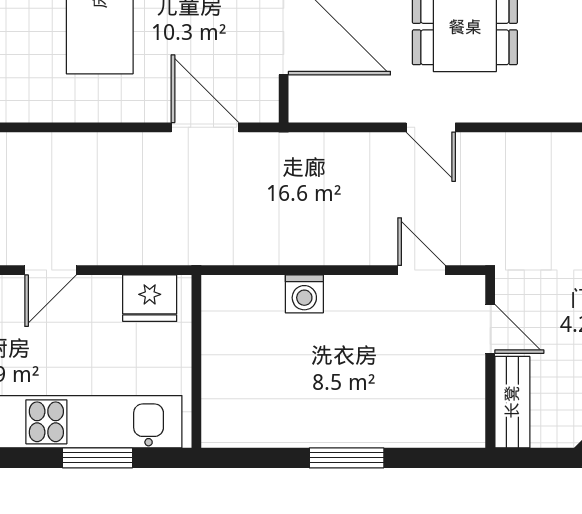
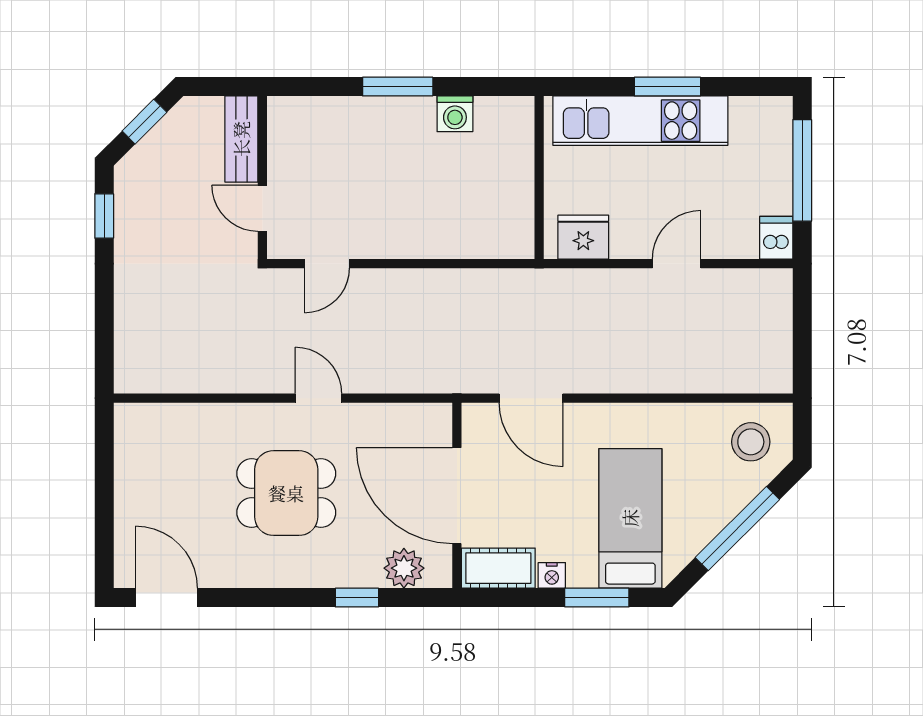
door: (422, 270) -> (327, 264), hinge flipped
washing machine: (304, 294) -> (455, 114), moved, turned 180
window: (98, 458) -> (667, 87), moved

